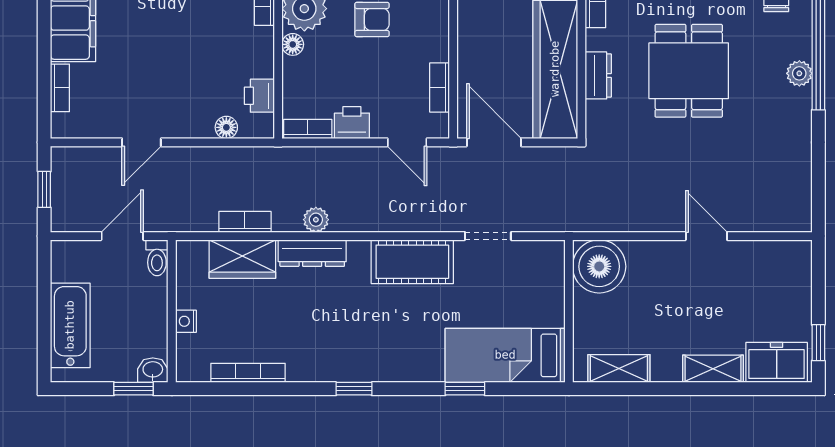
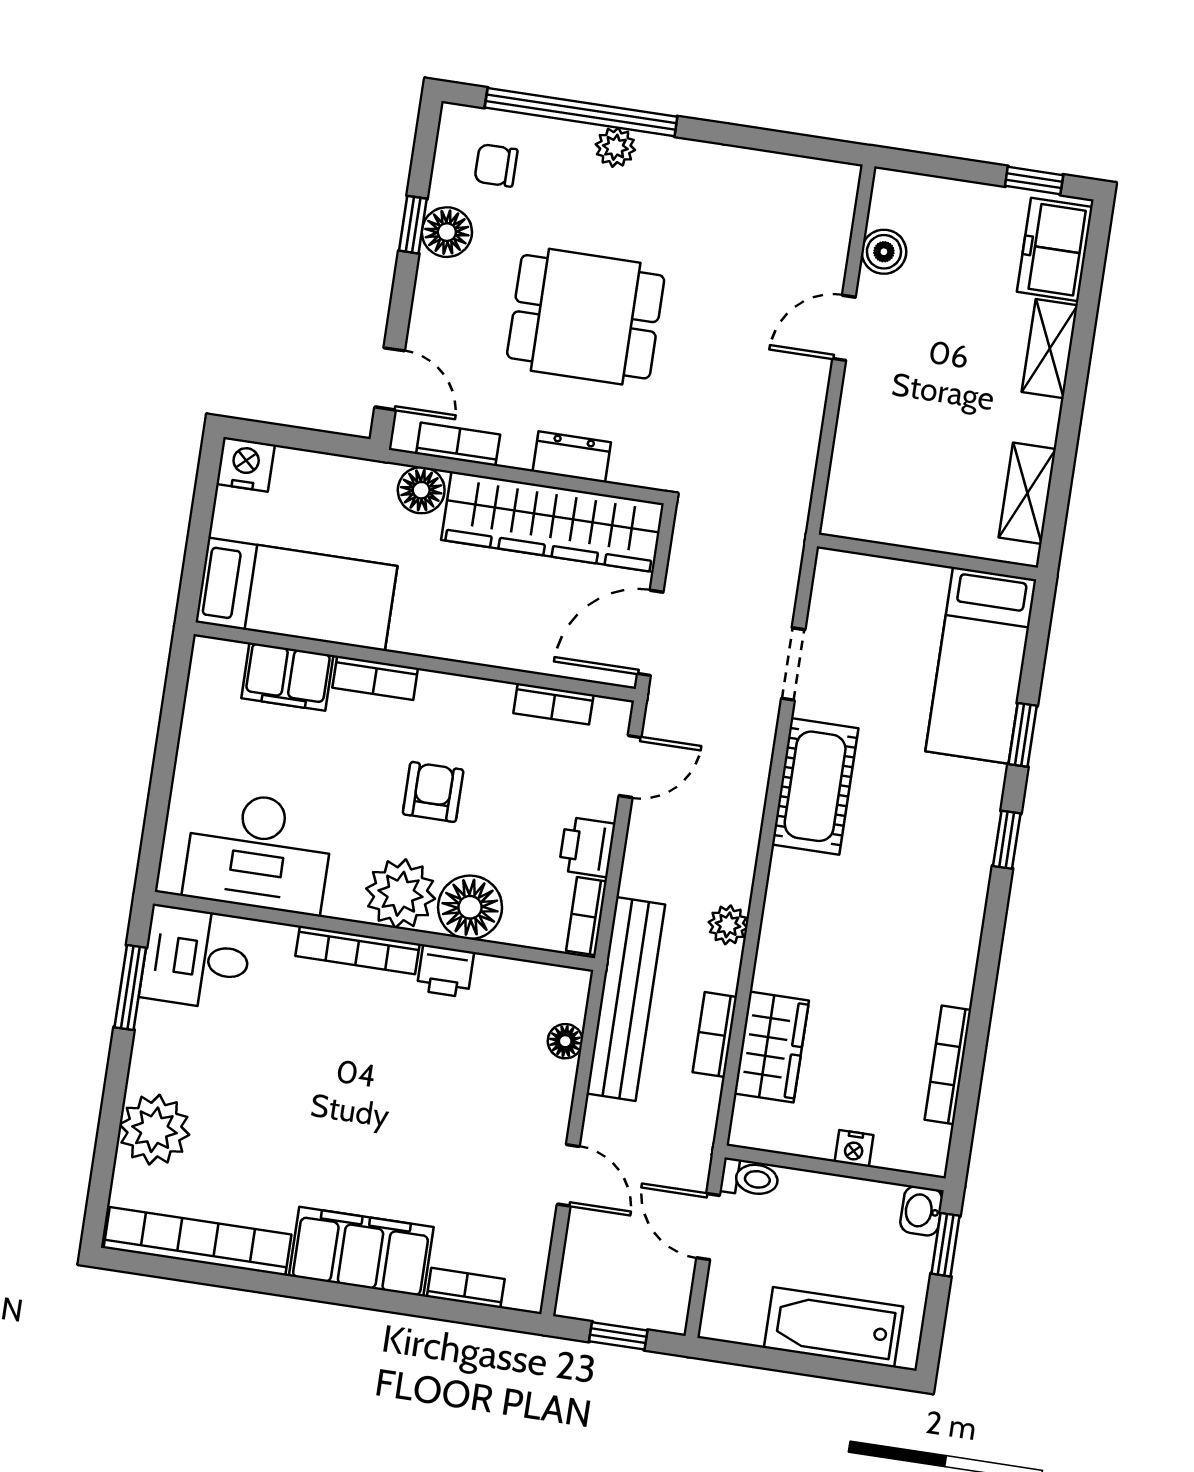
floor lamp: (293, 44) -> (470, 907), width x1.89, depth x1.89
printer: (259, 96) -> (445, 971), moved
bench: (259, 162) -> (626, 999), added
dresser: (312, 253) -> (779, 938), removed
boiler: (599, 266) -> (884, 252), moved, width x0.54, depth x0.54
window: (354, 389) -> (1007, 840), moved

